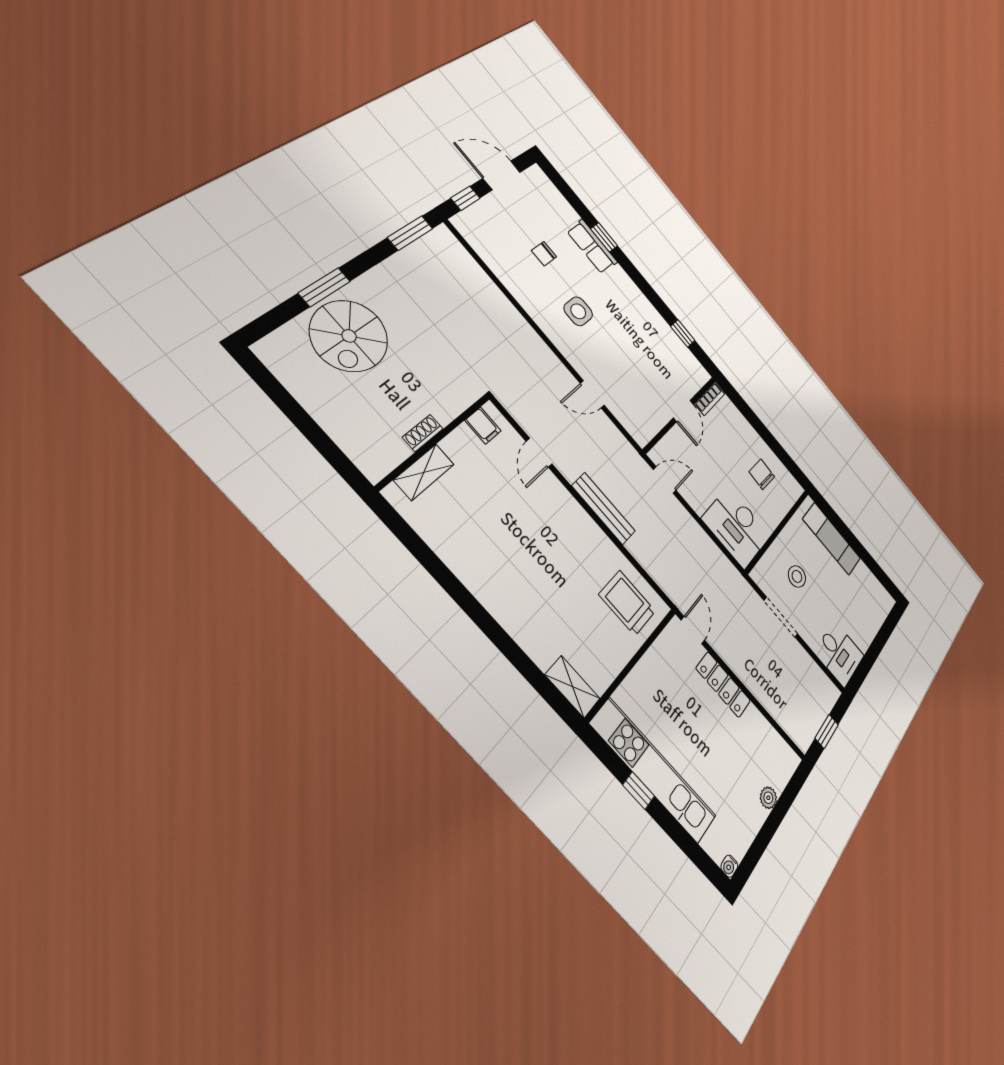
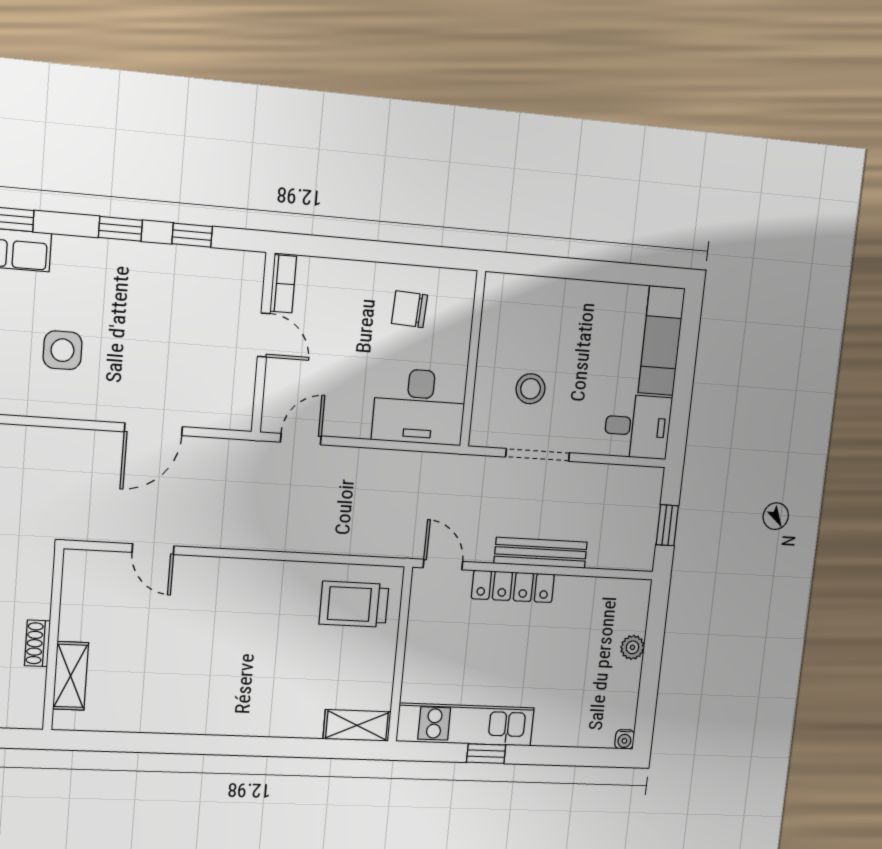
window: (651, 295) -> (120, 229), added
door: (592, 394) -> (153, 429), width x1.37
filing cabinet: (483, 426) -> (81, 580), removed
bench: (604, 509) -> (541, 553), moved
exam couch: (832, 539) -> (661, 341), moved, turned 90
kitchen unit: (654, 770) -> (465, 725), width x0.73

